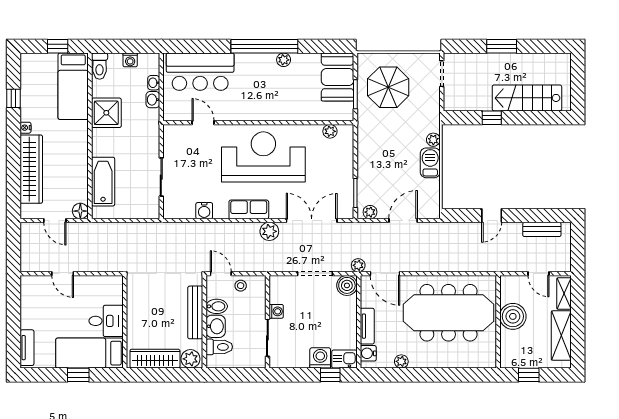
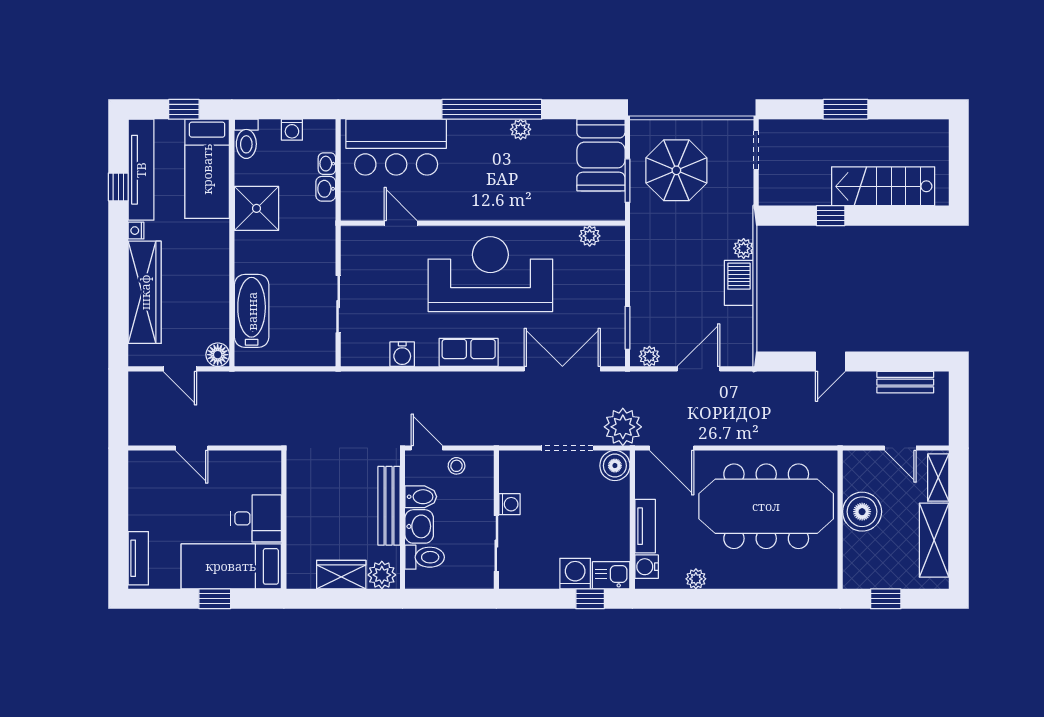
tv unit: (29, 87) -> (141, 170), added
plant: (269, 231) -> (499, 385), removed
plant: (358, 265) -> (623, 427), width x1.88, depth x1.88
wardrobe: (155, 359) -> (341, 575), width x0.67

